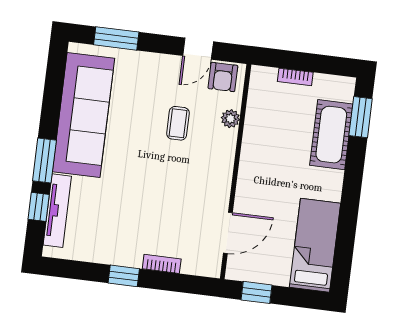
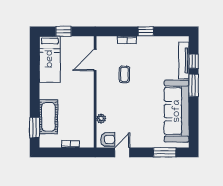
armchair: (223, 77) -> (108, 139), turned 90
coffee table: (178, 123) -> (124, 74), moved
window: (256, 292) -> (64, 31), moved

